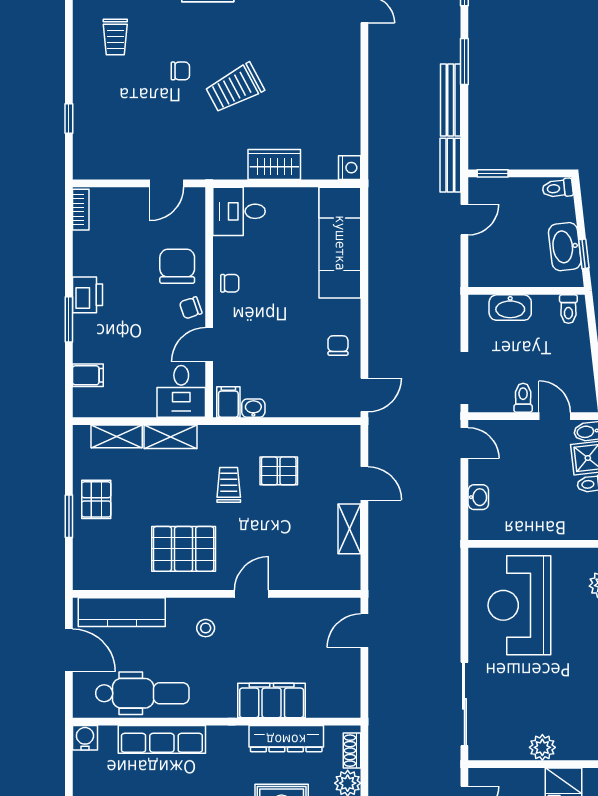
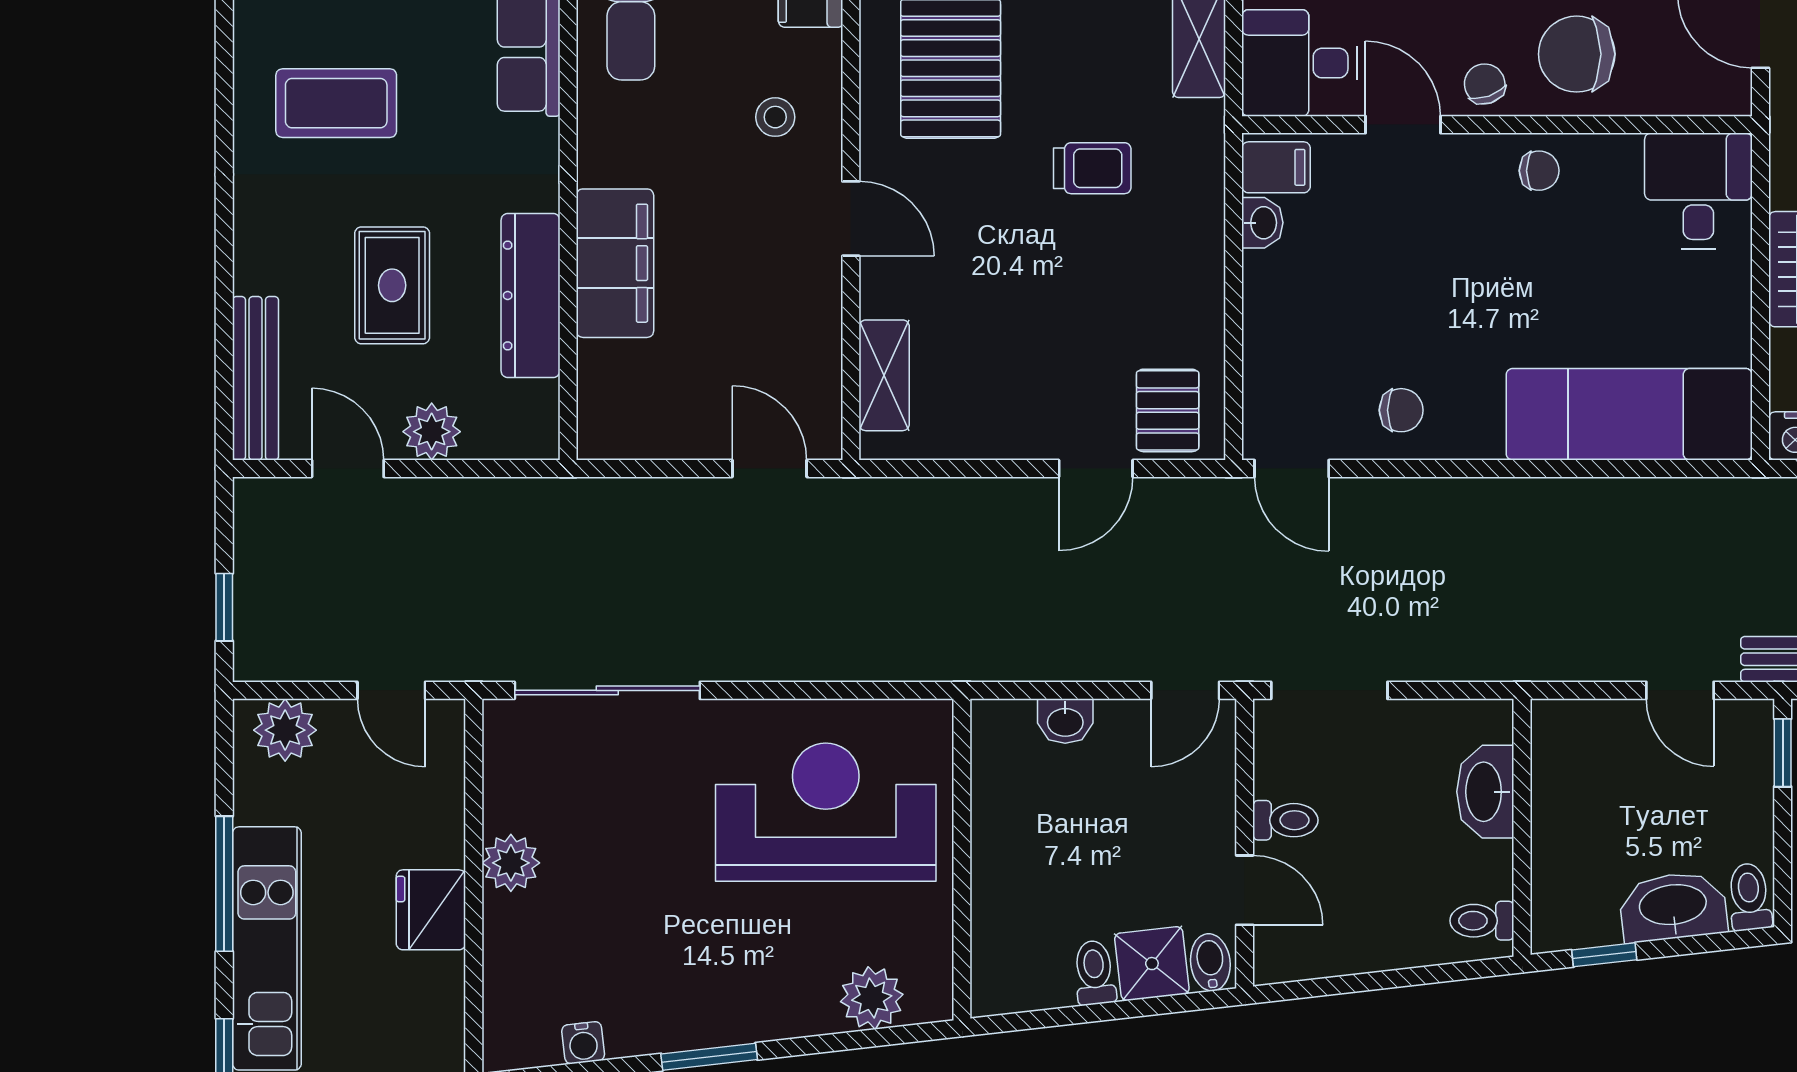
washbasin: (565, 247) -> (1673, 907), moved
chair: (177, 266) -> (1577, 54), turned 180
chair: (230, 283) -> (1539, 171), turned -90
door: (555, 416) -> (1245, 890), hinge flipped
pallet: (279, 471) -> (1168, 410), moved
shelving: (349, 529) -> (884, 375), moved, turned 90
shoe rack: (352, 751) -> (504, 441), removed

